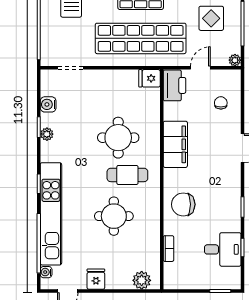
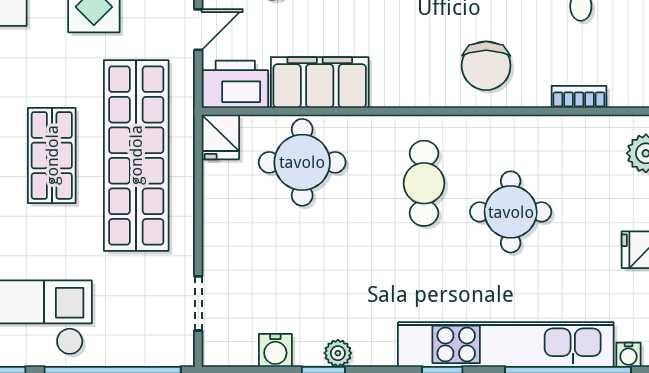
door: (200, 68) -> (198, 30), swing flipped
round table: (118, 138) -> (302, 162), moved
filing cabinet: (175, 144) -> (320, 82), moved

